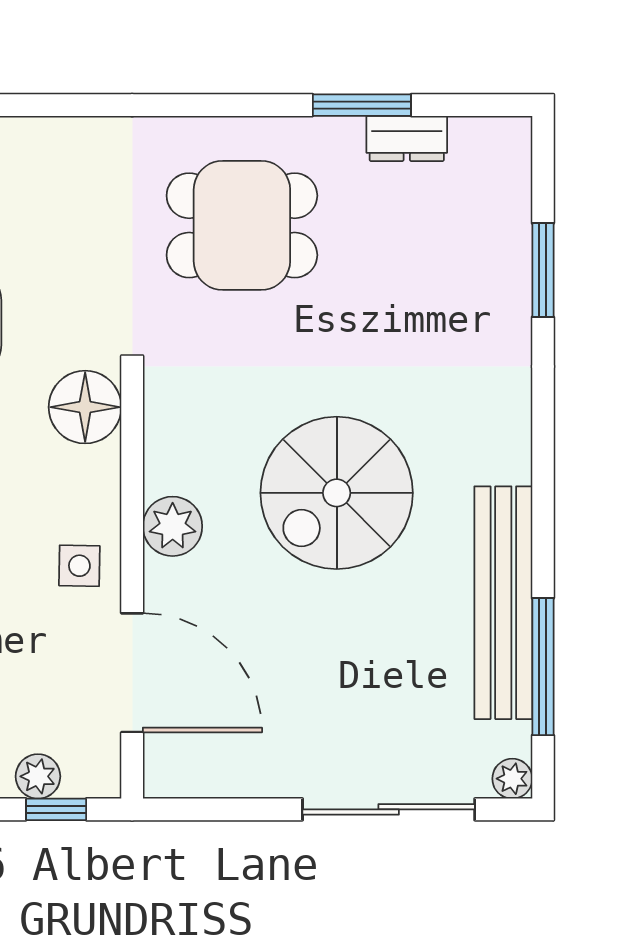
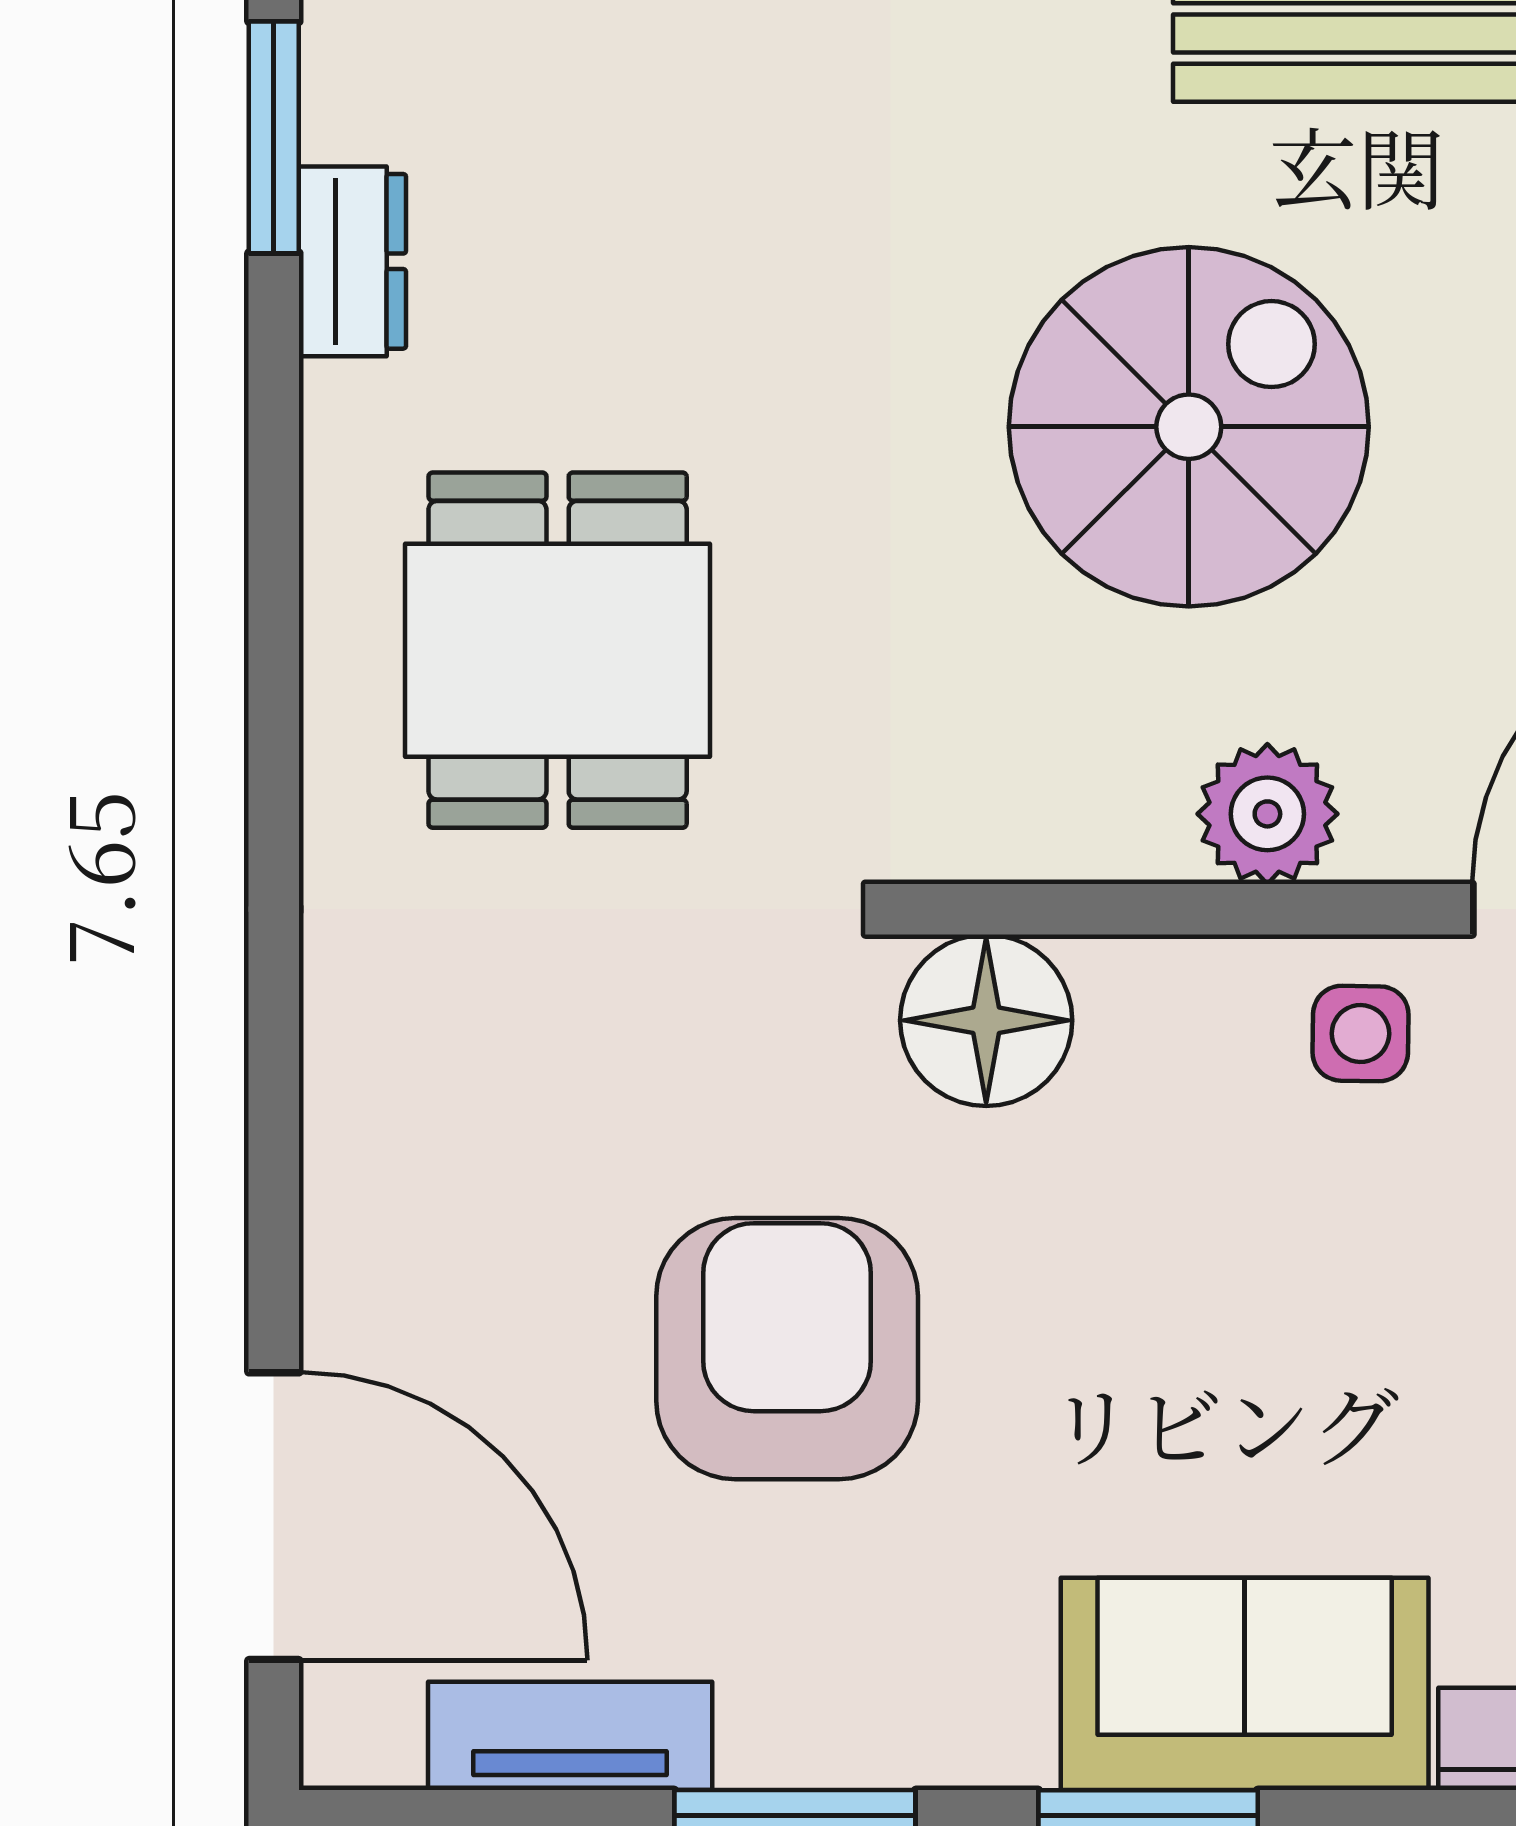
window: (362, 105) -> (274, 137), moved
spiral stairs: (337, 493) -> (1189, 427), turned -90

